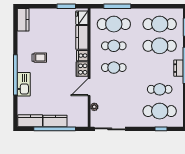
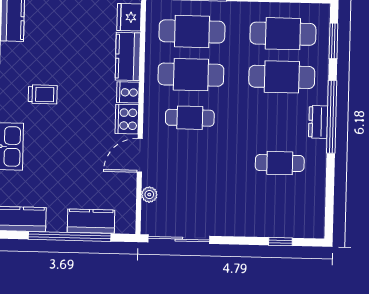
cafe table: (114, 46) -> (191, 75), width x1.37, depth x1.35
cafe table: (160, 111) -> (279, 206), removed
kitchen counter: (55, 121) -> (91, 221), moved

